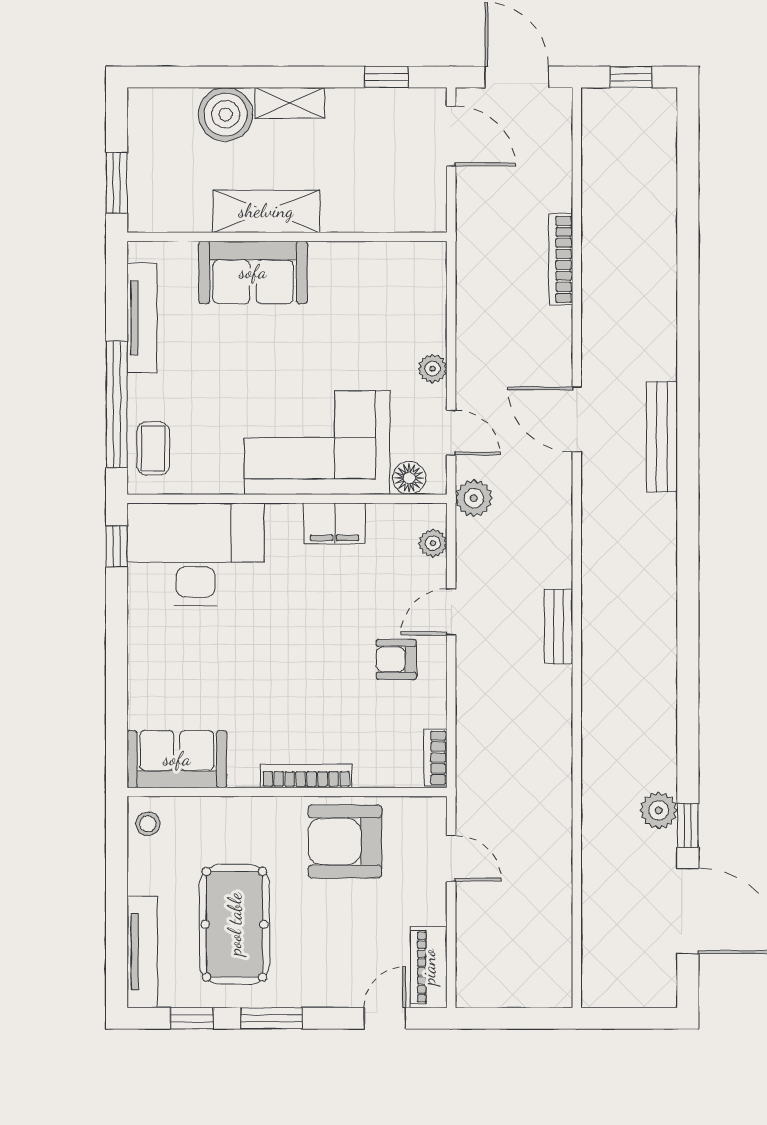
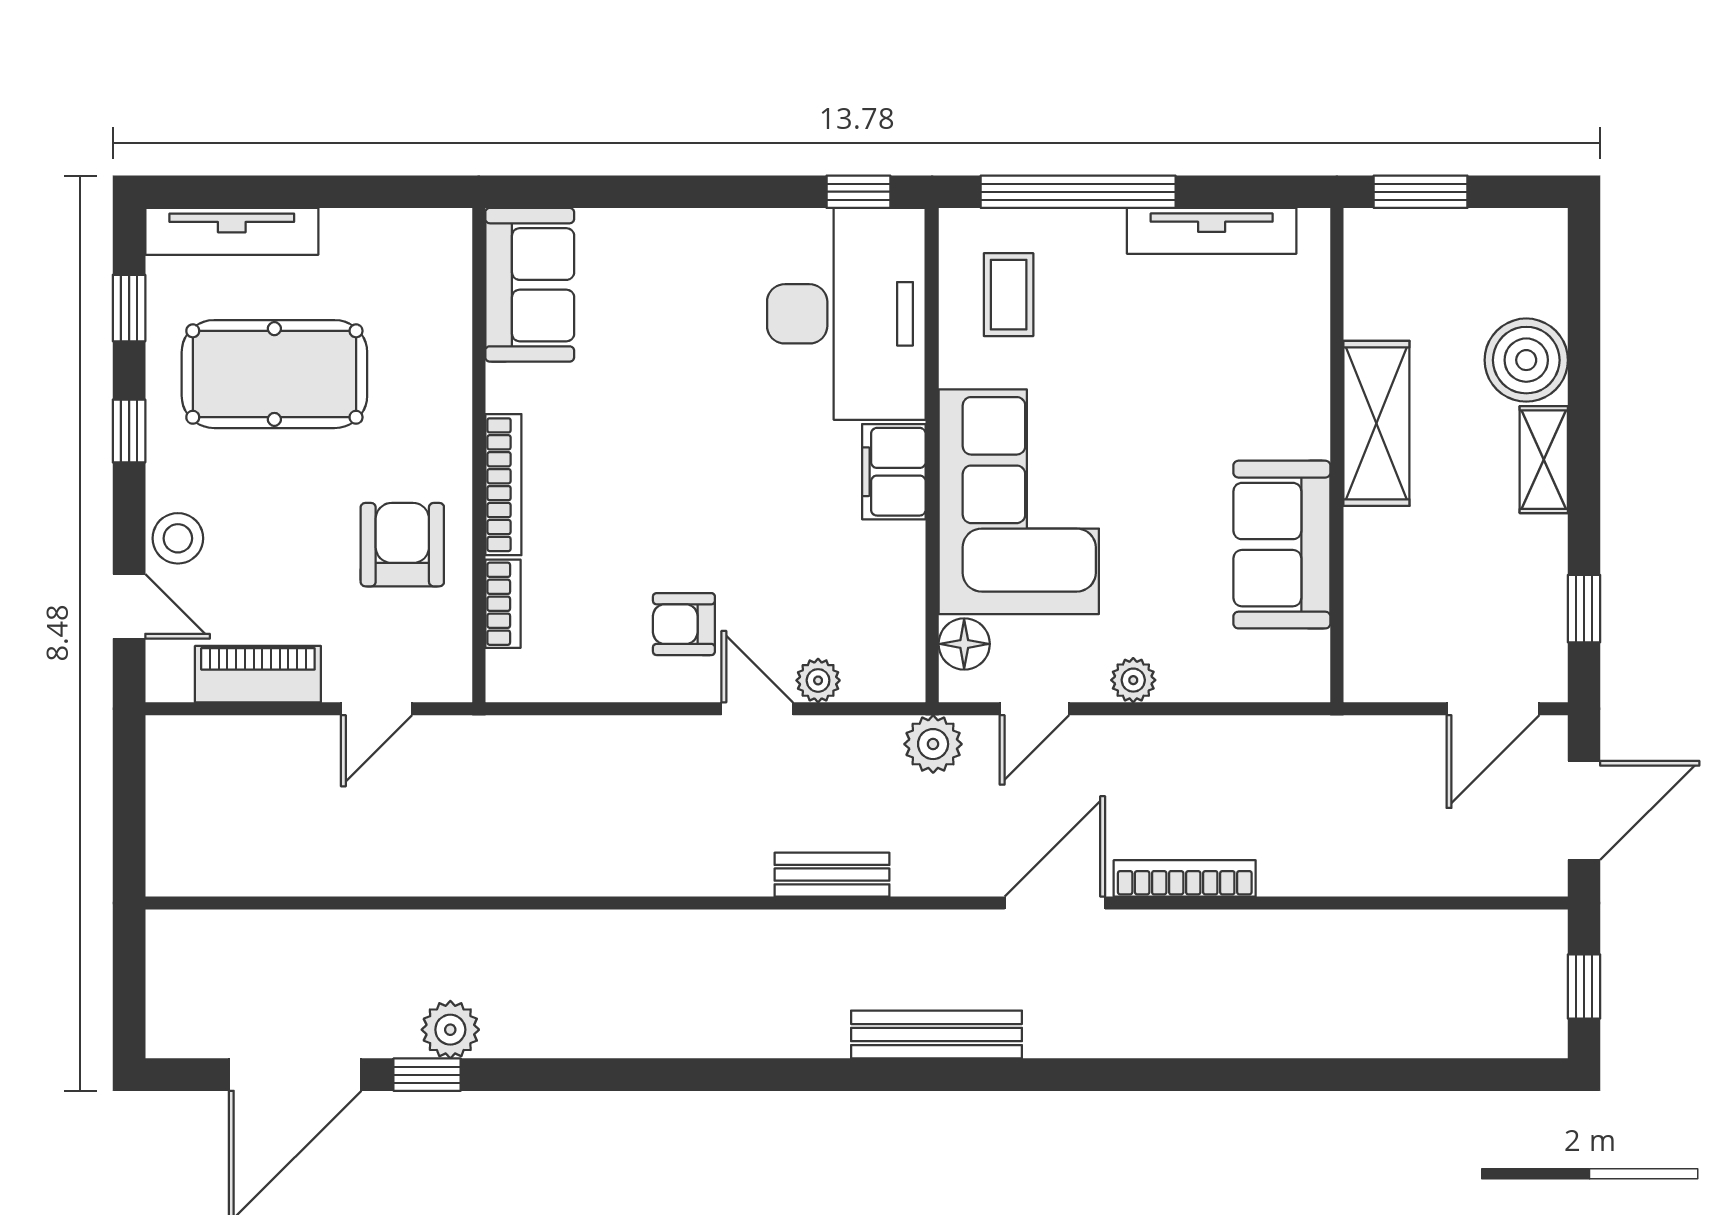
bookcase: (561, 259) -> (1185, 878), moved
sofa: (253, 272) -> (1282, 545), moved
bench: (662, 437) -> (937, 1035), moved
coffee table: (153, 449) -> (1009, 295), moved, turned 90
filing cabinet: (335, 524) -> (894, 472), moved
plant: (433, 543) -> (818, 680), moved
bench: (558, 626) -> (832, 875), moved
armchair: (396, 659) -> (684, 624), turned -90
bookcase: (435, 758) -> (503, 604), moved, turned 90
stool: (148, 824) -> (178, 538), moved, width x1.37, depth x1.37
armchair: (345, 841) -> (402, 545), width x0.73, depth x0.73
piano: (429, 967) -> (258, 674), moved
window: (271, 1018) -> (129, 431), width x0.67

